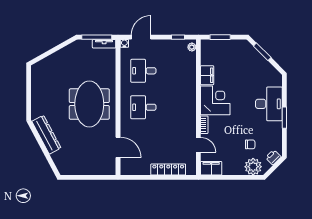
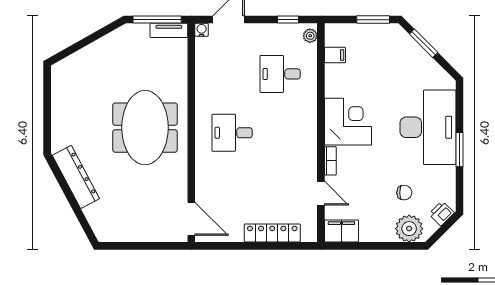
window: (220, 37) -> (373, 20), moved
desk: (143, 71) -> (280, 74), moved
filing cabinet: (207, 75) -> (335, 55), moved, width x0.50
desk: (269, 104) -> (428, 127), width x1.36, depth x1.30
door: (118, 147) -> (191, 219), moved

